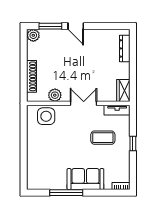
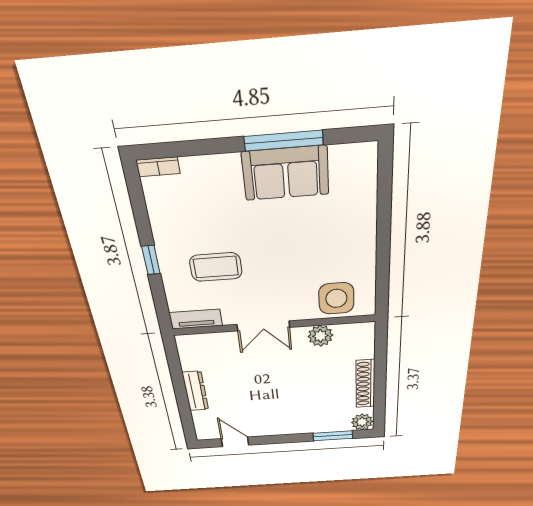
door: (76, 26) -> (235, 442), moved
dresser: (125, 48) -> (195, 391), moved
shoe rack: (32, 76) -> (365, 384), moved
wardrobe: (123, 90) -> (190, 352), removed
sofa: (85, 179) -> (286, 173), moved

